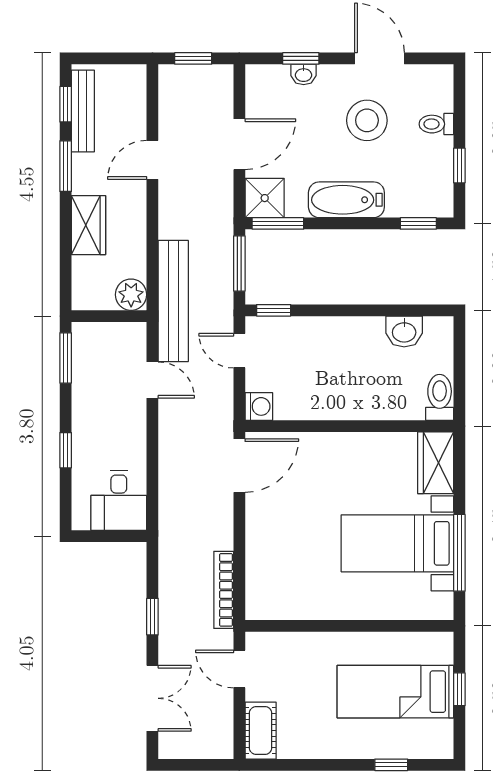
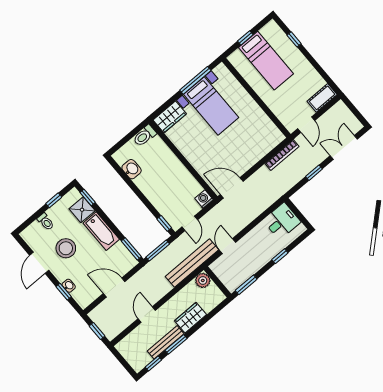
bench: (83, 111) -> (166, 342), moved
door: (152, 160) -> (147, 314), swing flipped
shower: (265, 198) -> (82, 210), moved

